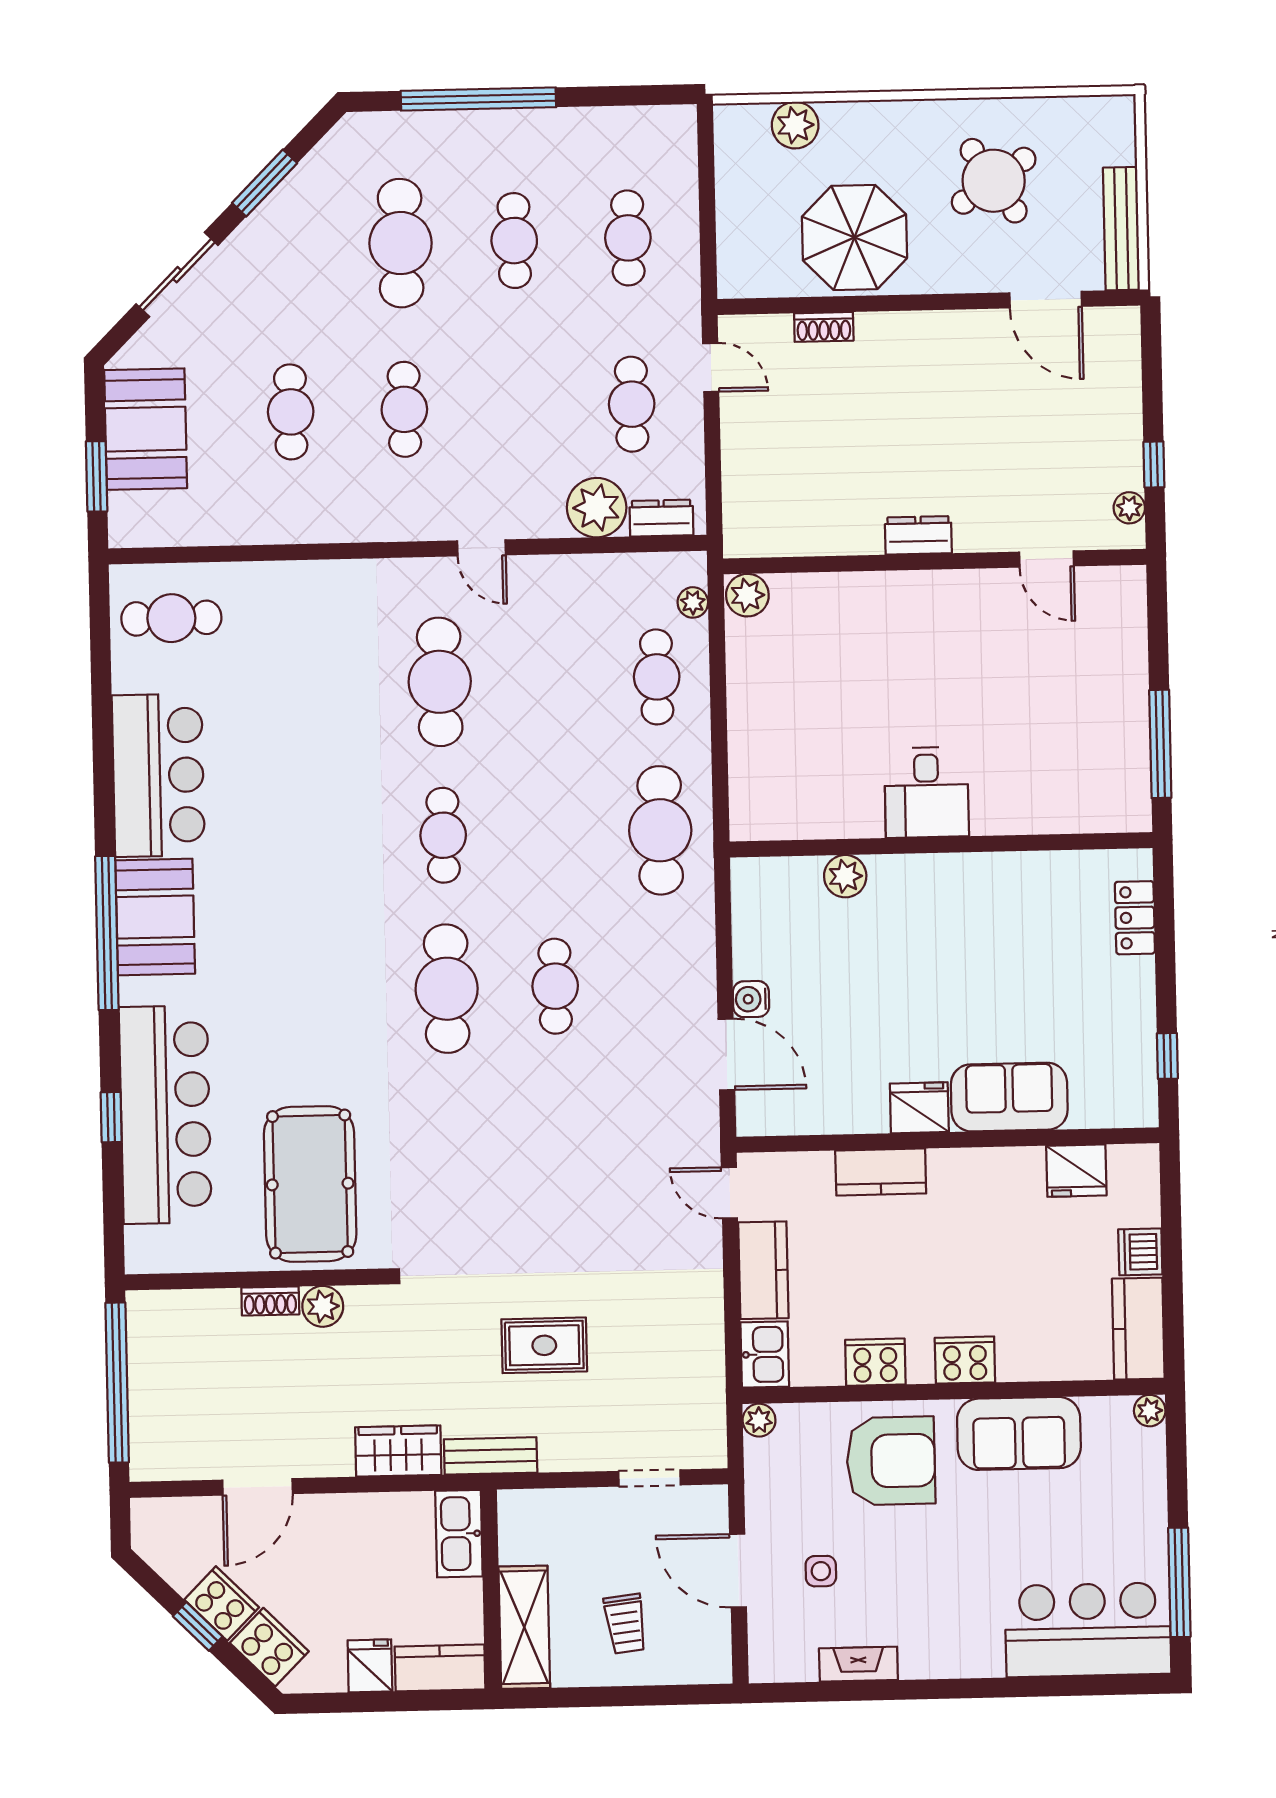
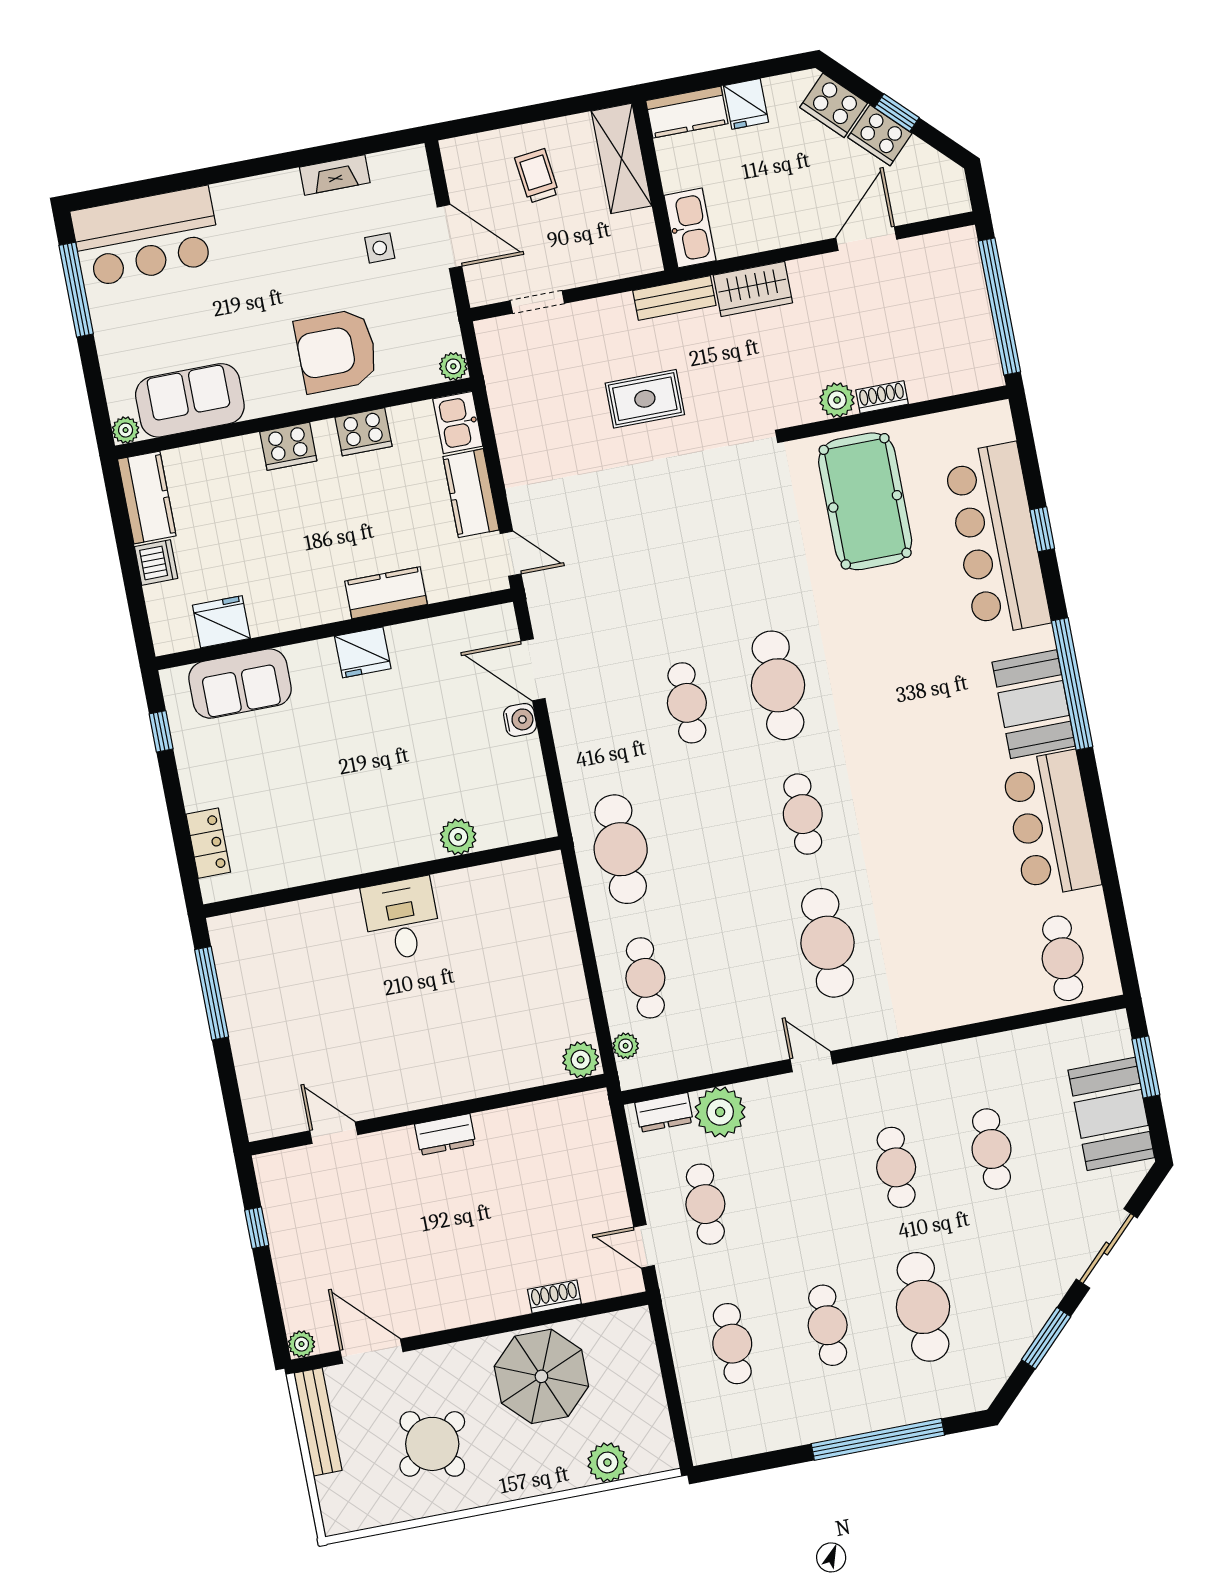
plant: (1129, 508) -> (301, 1344), moved
cafe table: (171, 618) -> (1063, 958), turned 90
sofa: (1009, 1097) -> (240, 684), moved
sofa: (1019, 1433) -> (190, 400), moved

